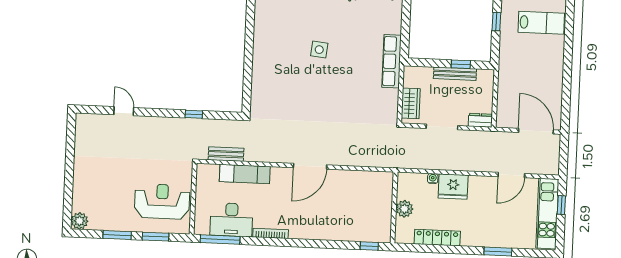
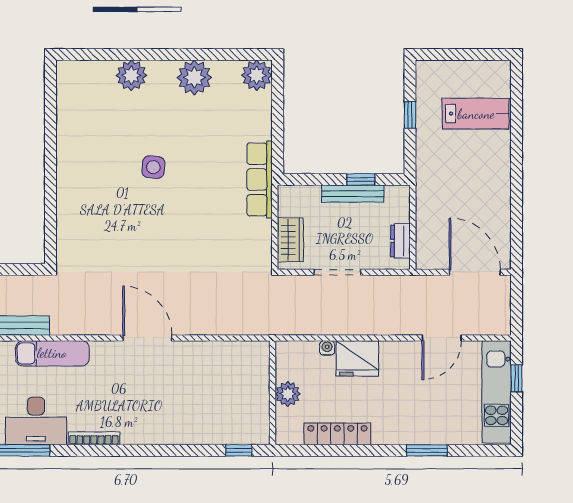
dresser: (480, 120) -> (400, 241), moved, turned -90
door: (310, 166) -> (147, 338), swing flipped

